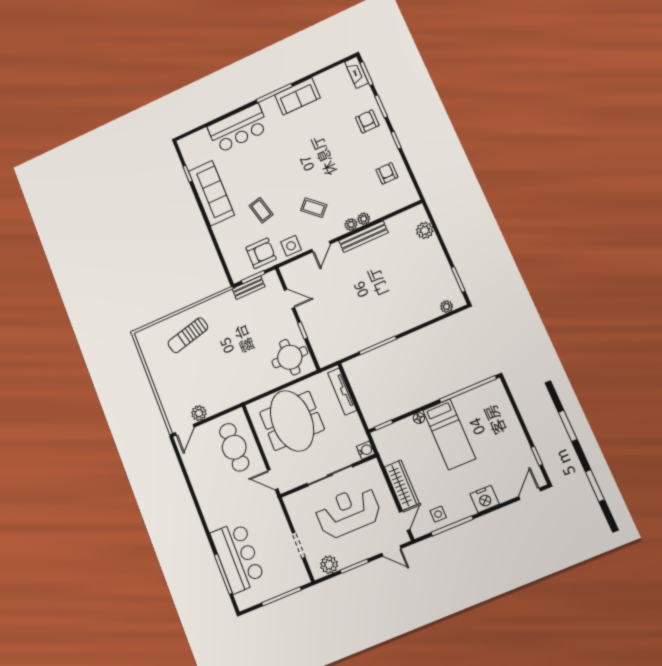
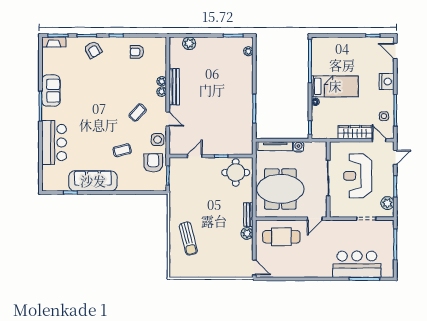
armchair: (367, 121) -> (93, 50), turned -120
bench: (248, 288) -> (248, 215), moved
plant: (199, 413) -> (247, 233), moved
water cooler: (366, 450) -> (298, 147), moved

